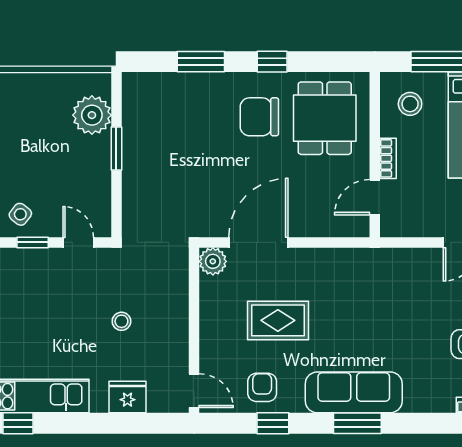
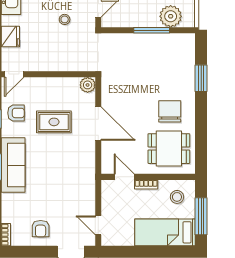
window: (272, 62) -> (201, 119), removed
window: (116, 148) -> (152, 30), width x1.44
door: (258, 242) -> (98, 124), moved
rug: (278, 320) -> (54, 122), turned 90
stool: (121, 321) -> (65, 19), moved

